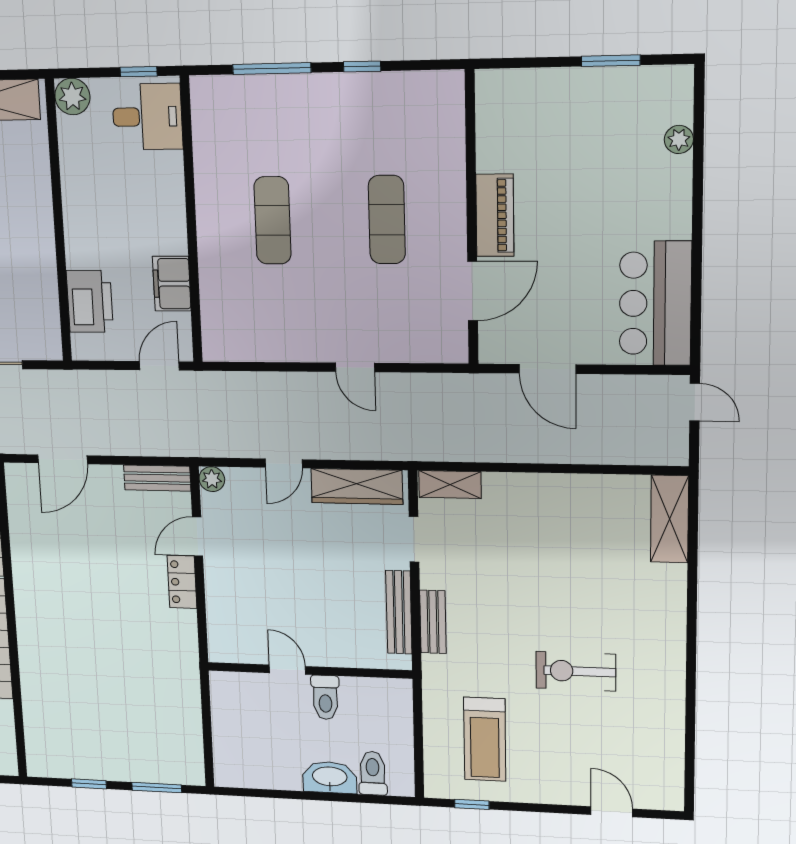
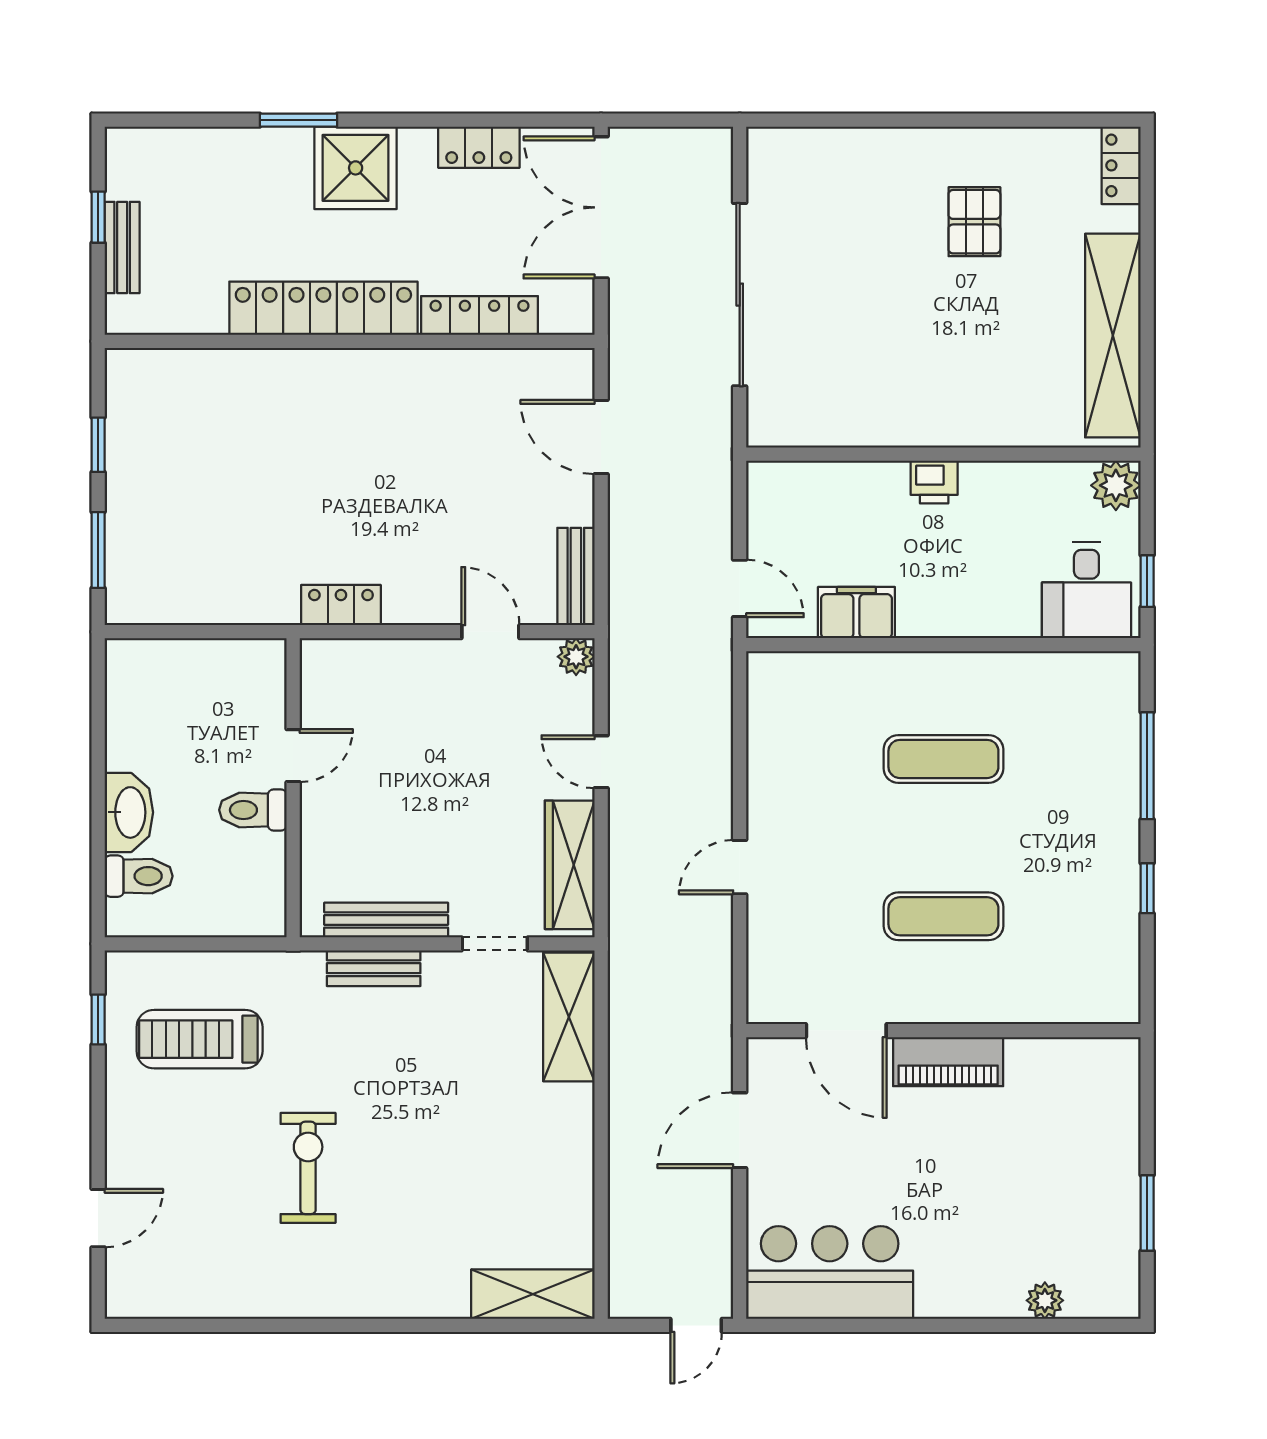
printer: (90, 301) -> (934, 482), moved, width x0.53, depth x0.68
shelving: (450, 485) -> (569, 1017), width x1.50, depth x1.33
locker: (182, 582) -> (341, 605), moved

